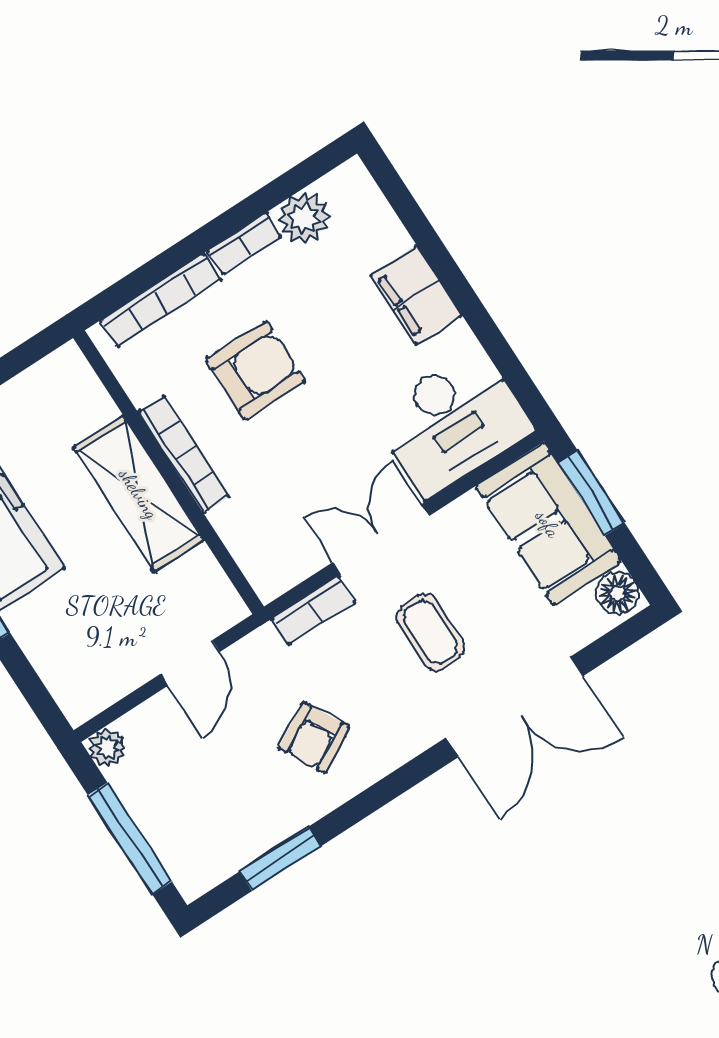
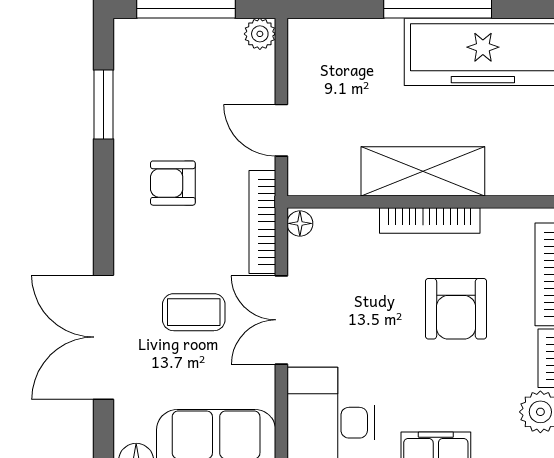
double door: (381, 539) -> (281, 320), swing flipped
floor lamp: (272, 583) -> (300, 223), added
bookcase: (314, 610) -> (262, 222), width x1.56
armchair: (314, 738) -> (173, 183), turned -61

